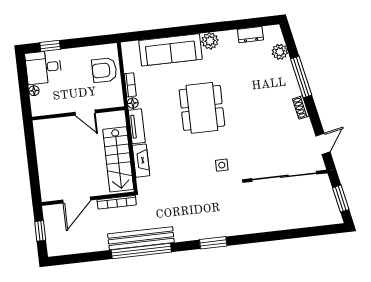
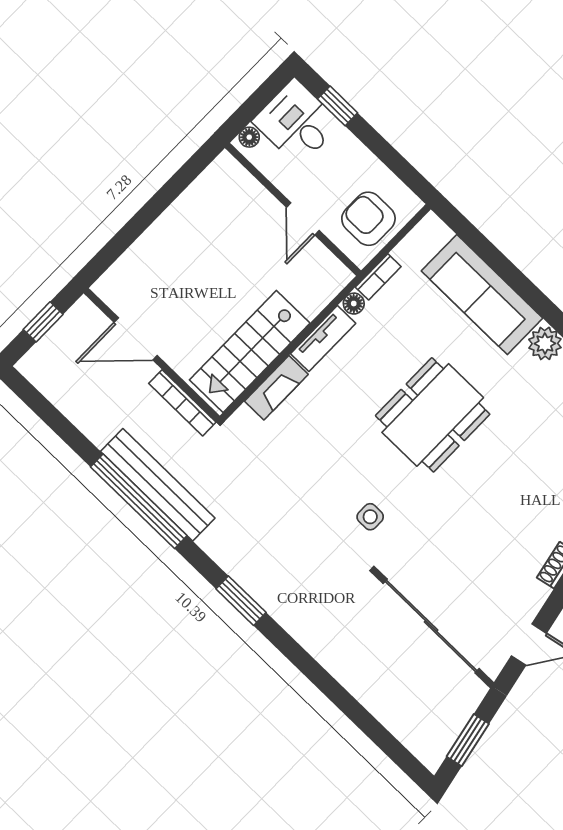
wall: (78, 113) -> (293, 209), moved
door: (85, 113) -> (303, 219), moved

